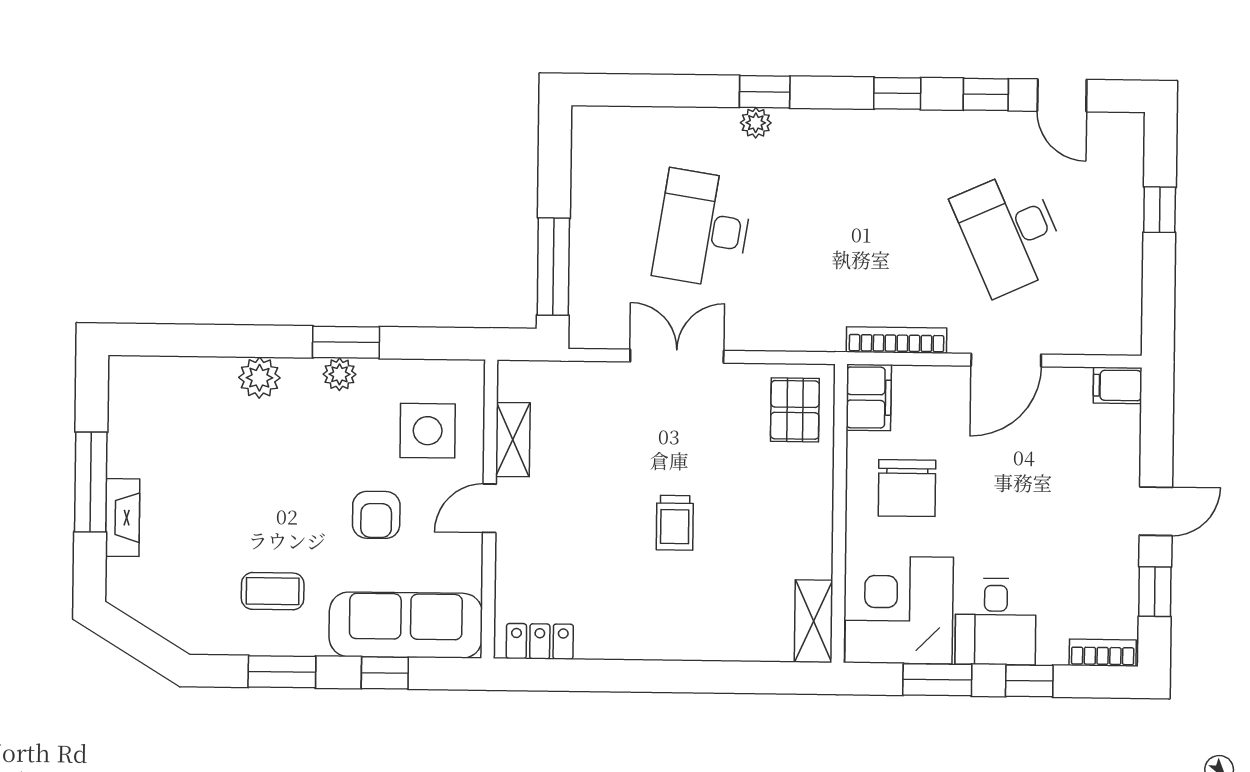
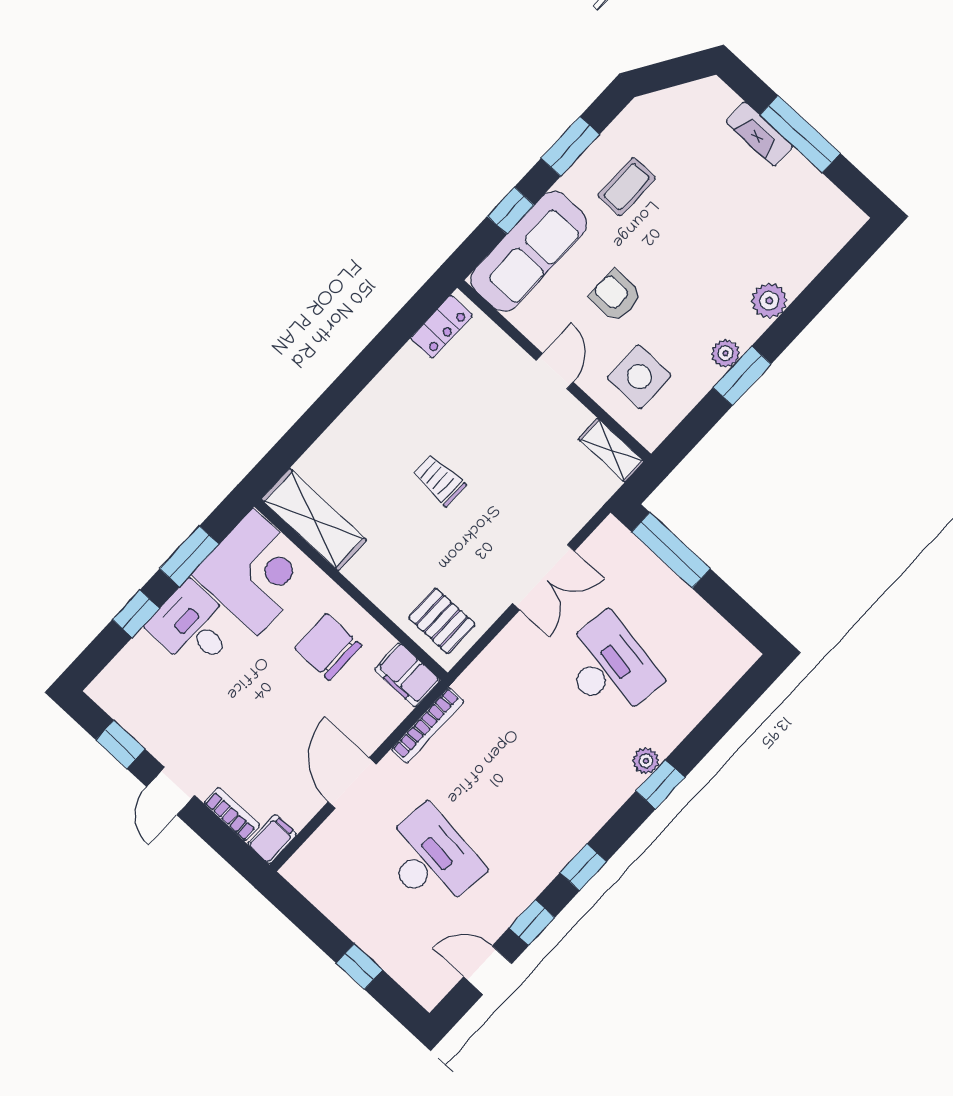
desk: (1010, 232) -> (431, 859), turned 30
shelving: (513, 440) -> (611, 450), moved
shelving: (814, 621) -> (314, 520), width x1.50, depth x1.33
bookcase: (1103, 653) -> (232, 814), moved, turned -90

